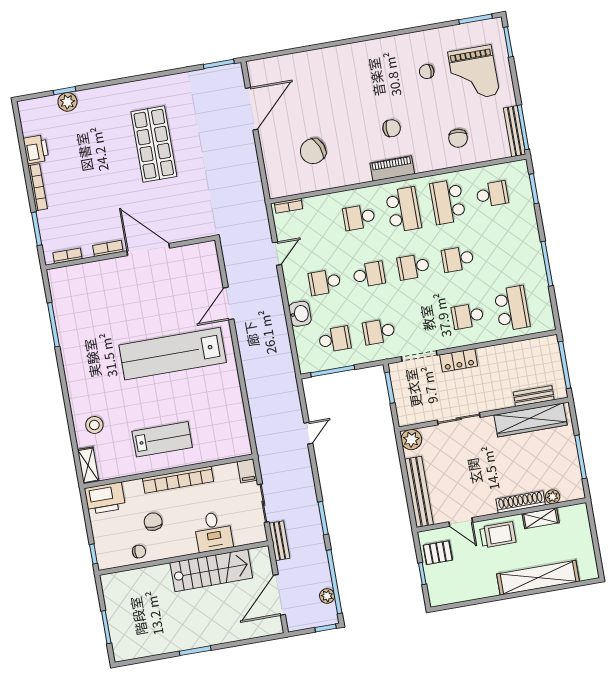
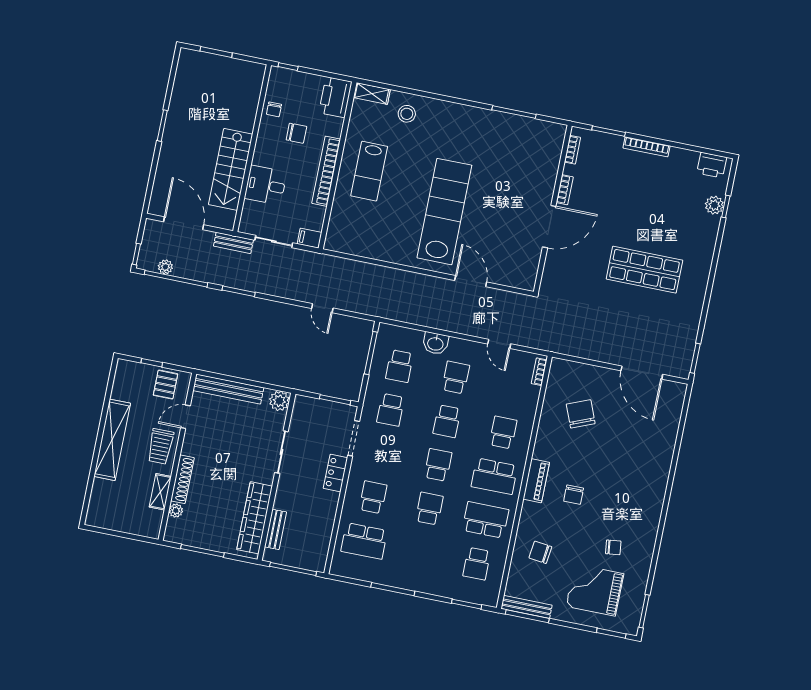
chair: (427, 72) -> (613, 547), turned 83
printer: (36, 149) -> (712, 165), moved
school desk: (379, 332) -> (391, 410), turned 180
shelving: (538, 578) -> (112, 440), moved

